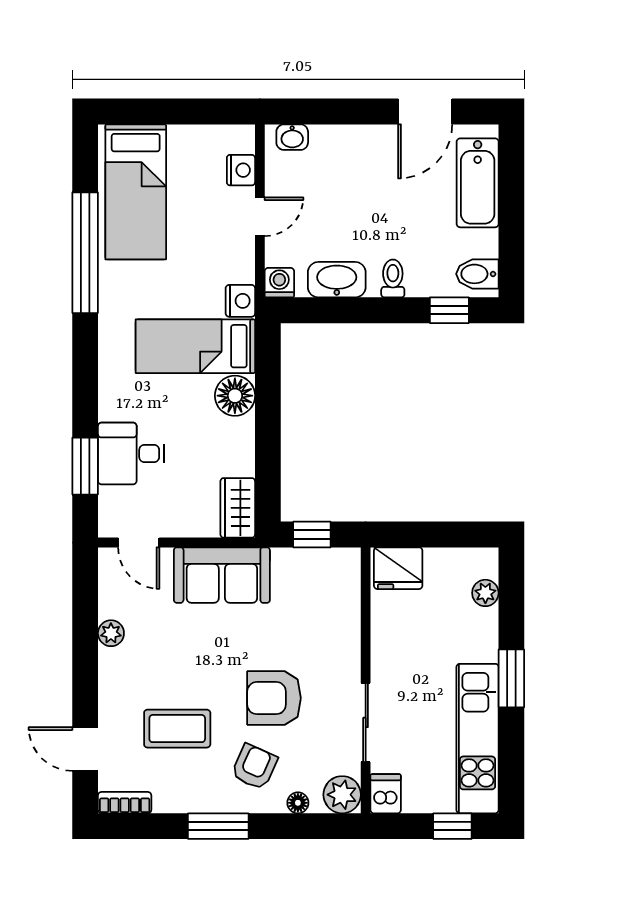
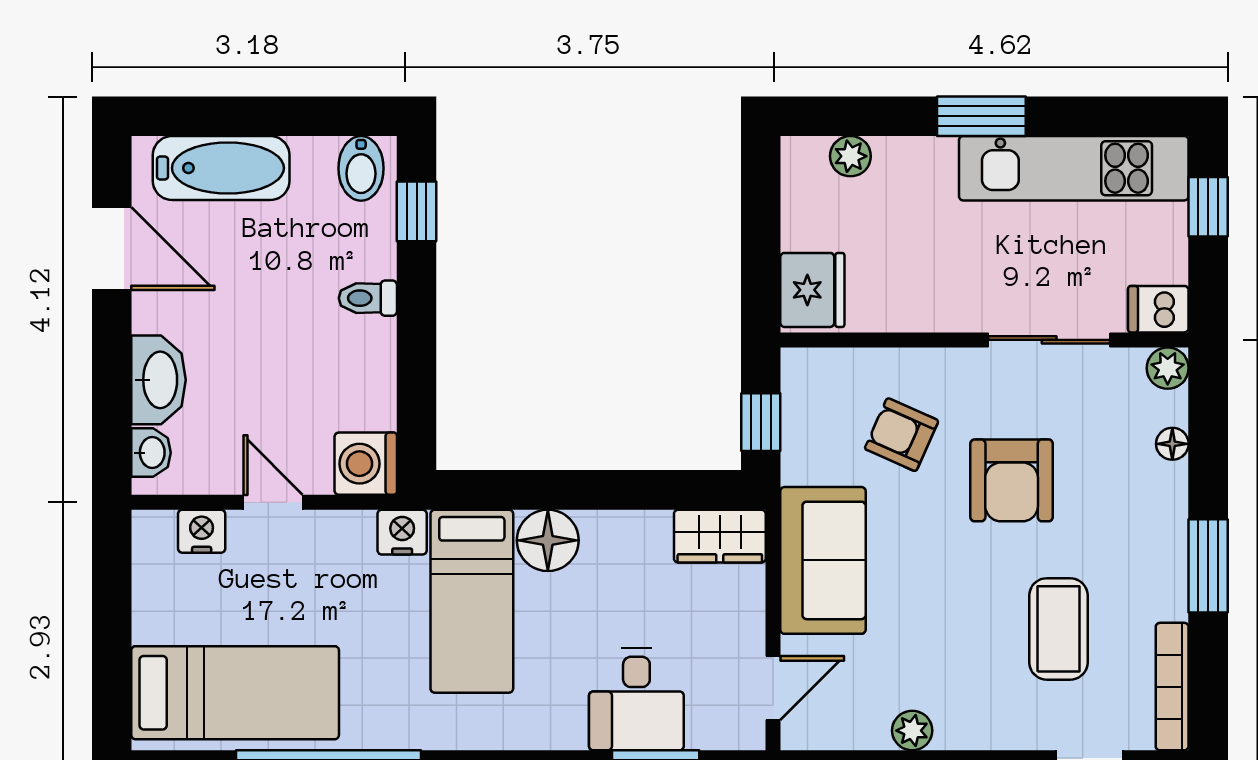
washbasin: (337, 280) -> (159, 380), moved, turned 180
washing machine: (279, 283) -> (366, 464), width x1.38, depth x1.38
armchair: (254, 767) -> (902, 435), moved
plant: (342, 795) -> (1168, 368), width x0.73, depth x0.73
bookcase: (125, 803) -> (1172, 687), width x1.56

